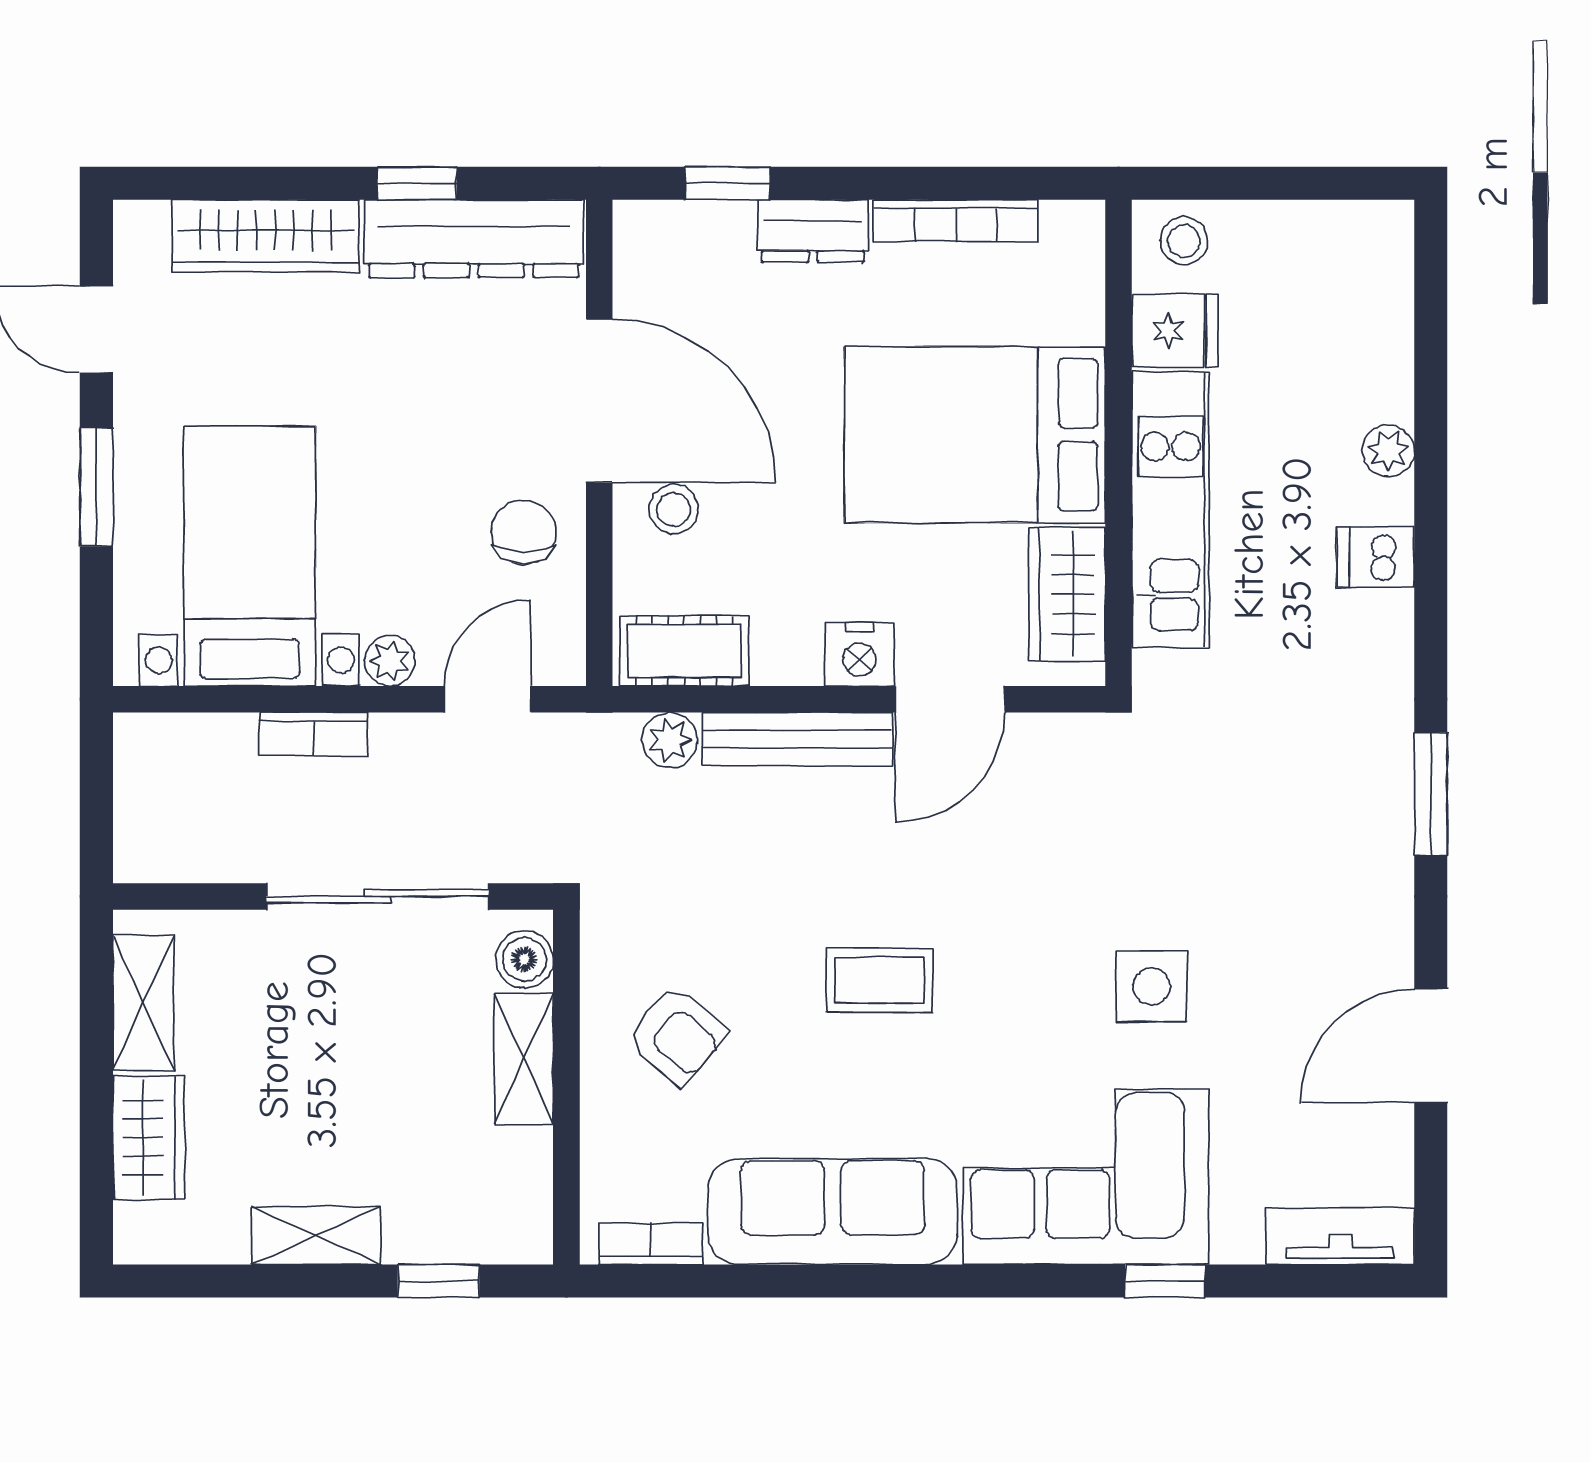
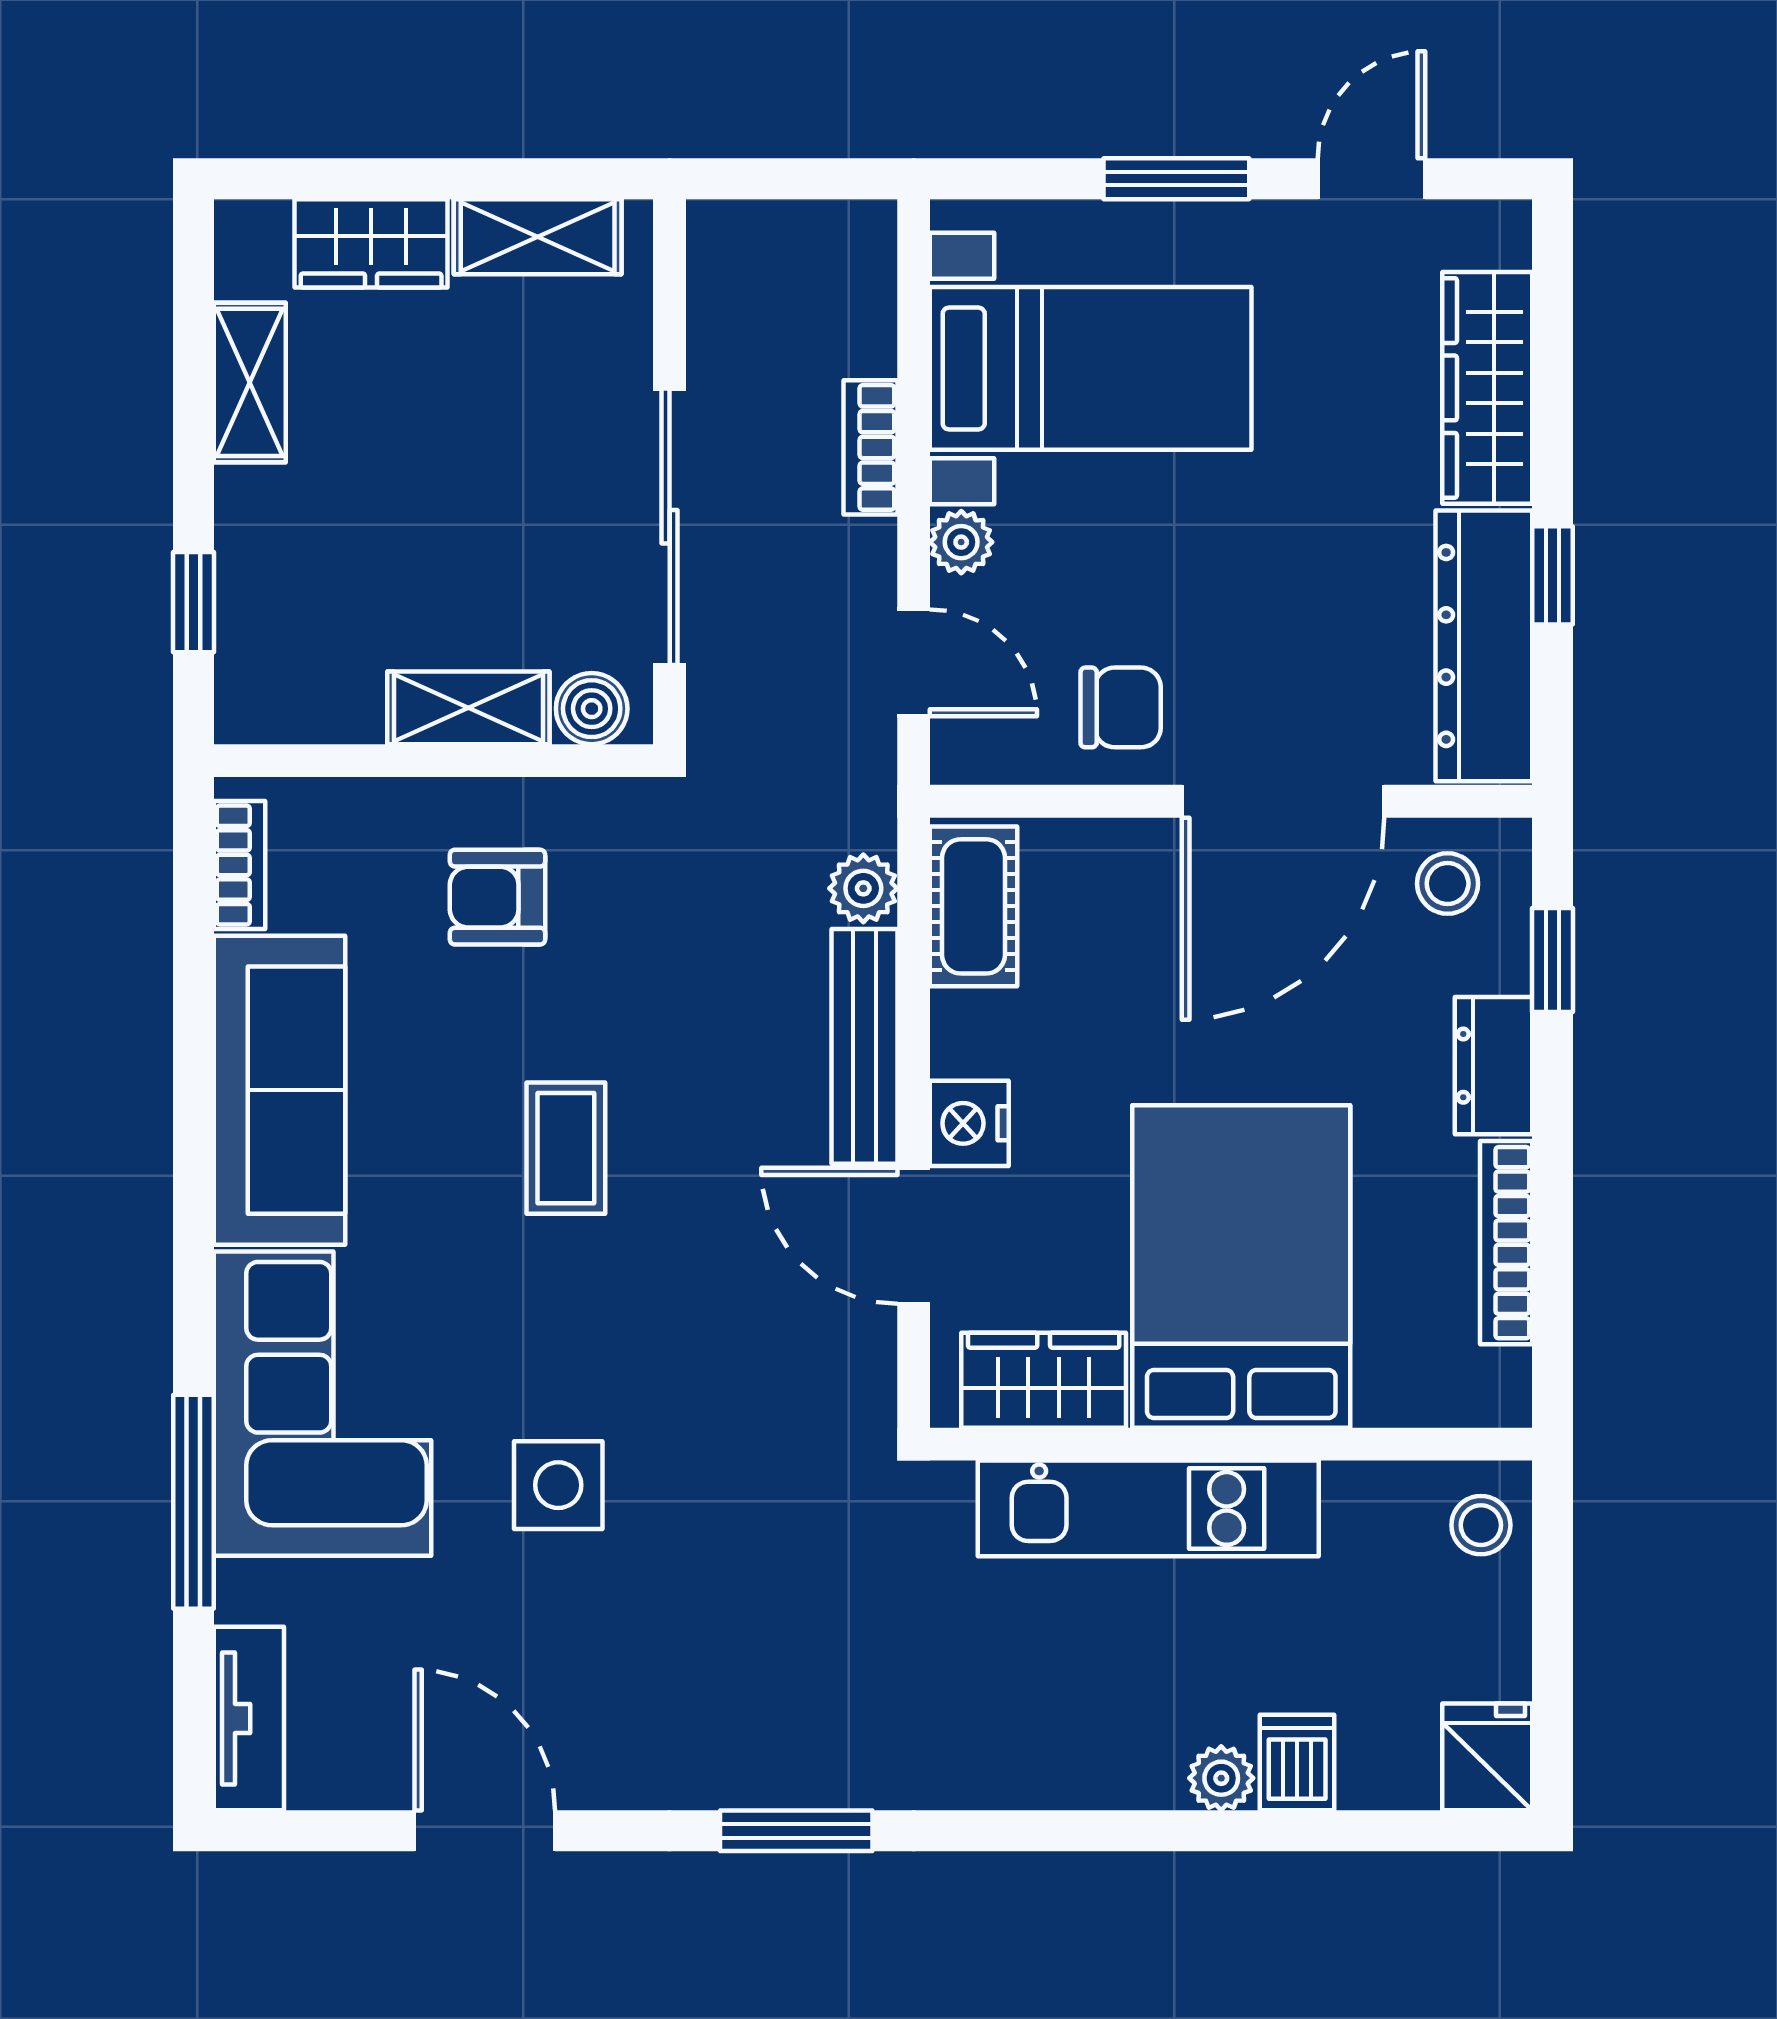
fridge: (1175, 331) -> (1487, 1757), moved, turned 180
stool: (673, 509) -> (1448, 884), moved
dishwasher: (1376, 557) -> (1297, 1762), moved
armchair: (677, 1035) -> (498, 897), turned 50
shelving: (316, 1236) -> (250, 382), moved
window: (1165, 1281) -> (193, 1502), width x2.17

